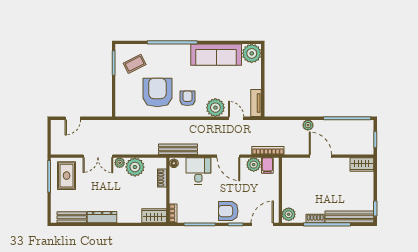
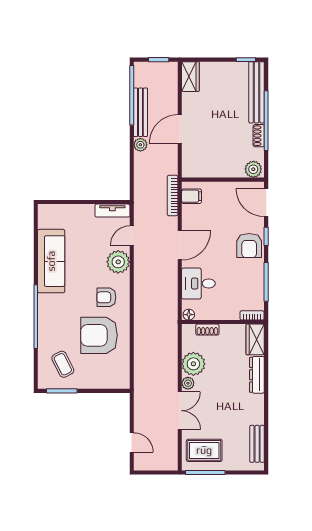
plant: (252, 53) -> (50, 216), removed
bench: (178, 149) -> (140, 112), moved
plant: (254, 165) -> (190, 214), removed
dresser: (102, 217) -> (257, 375), moved

